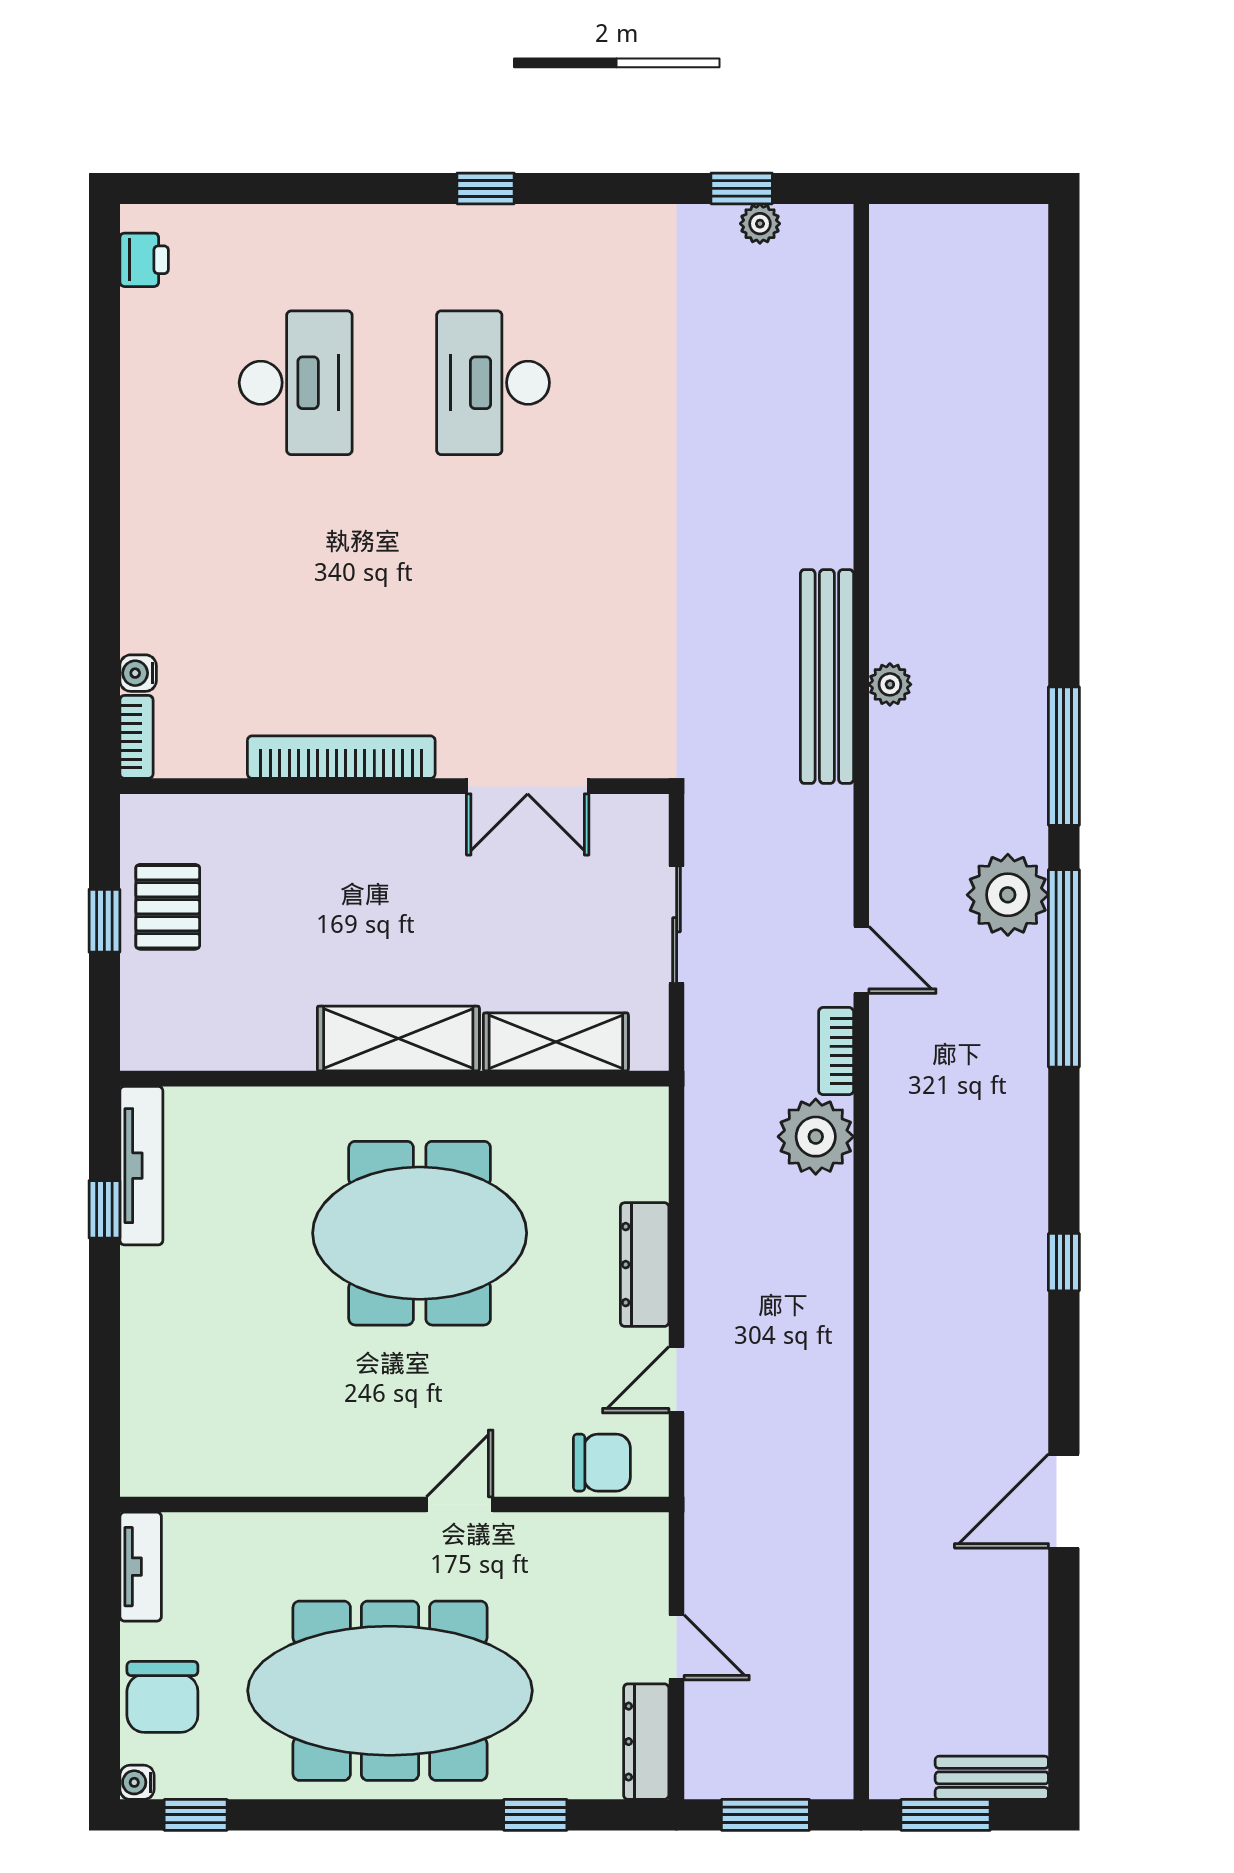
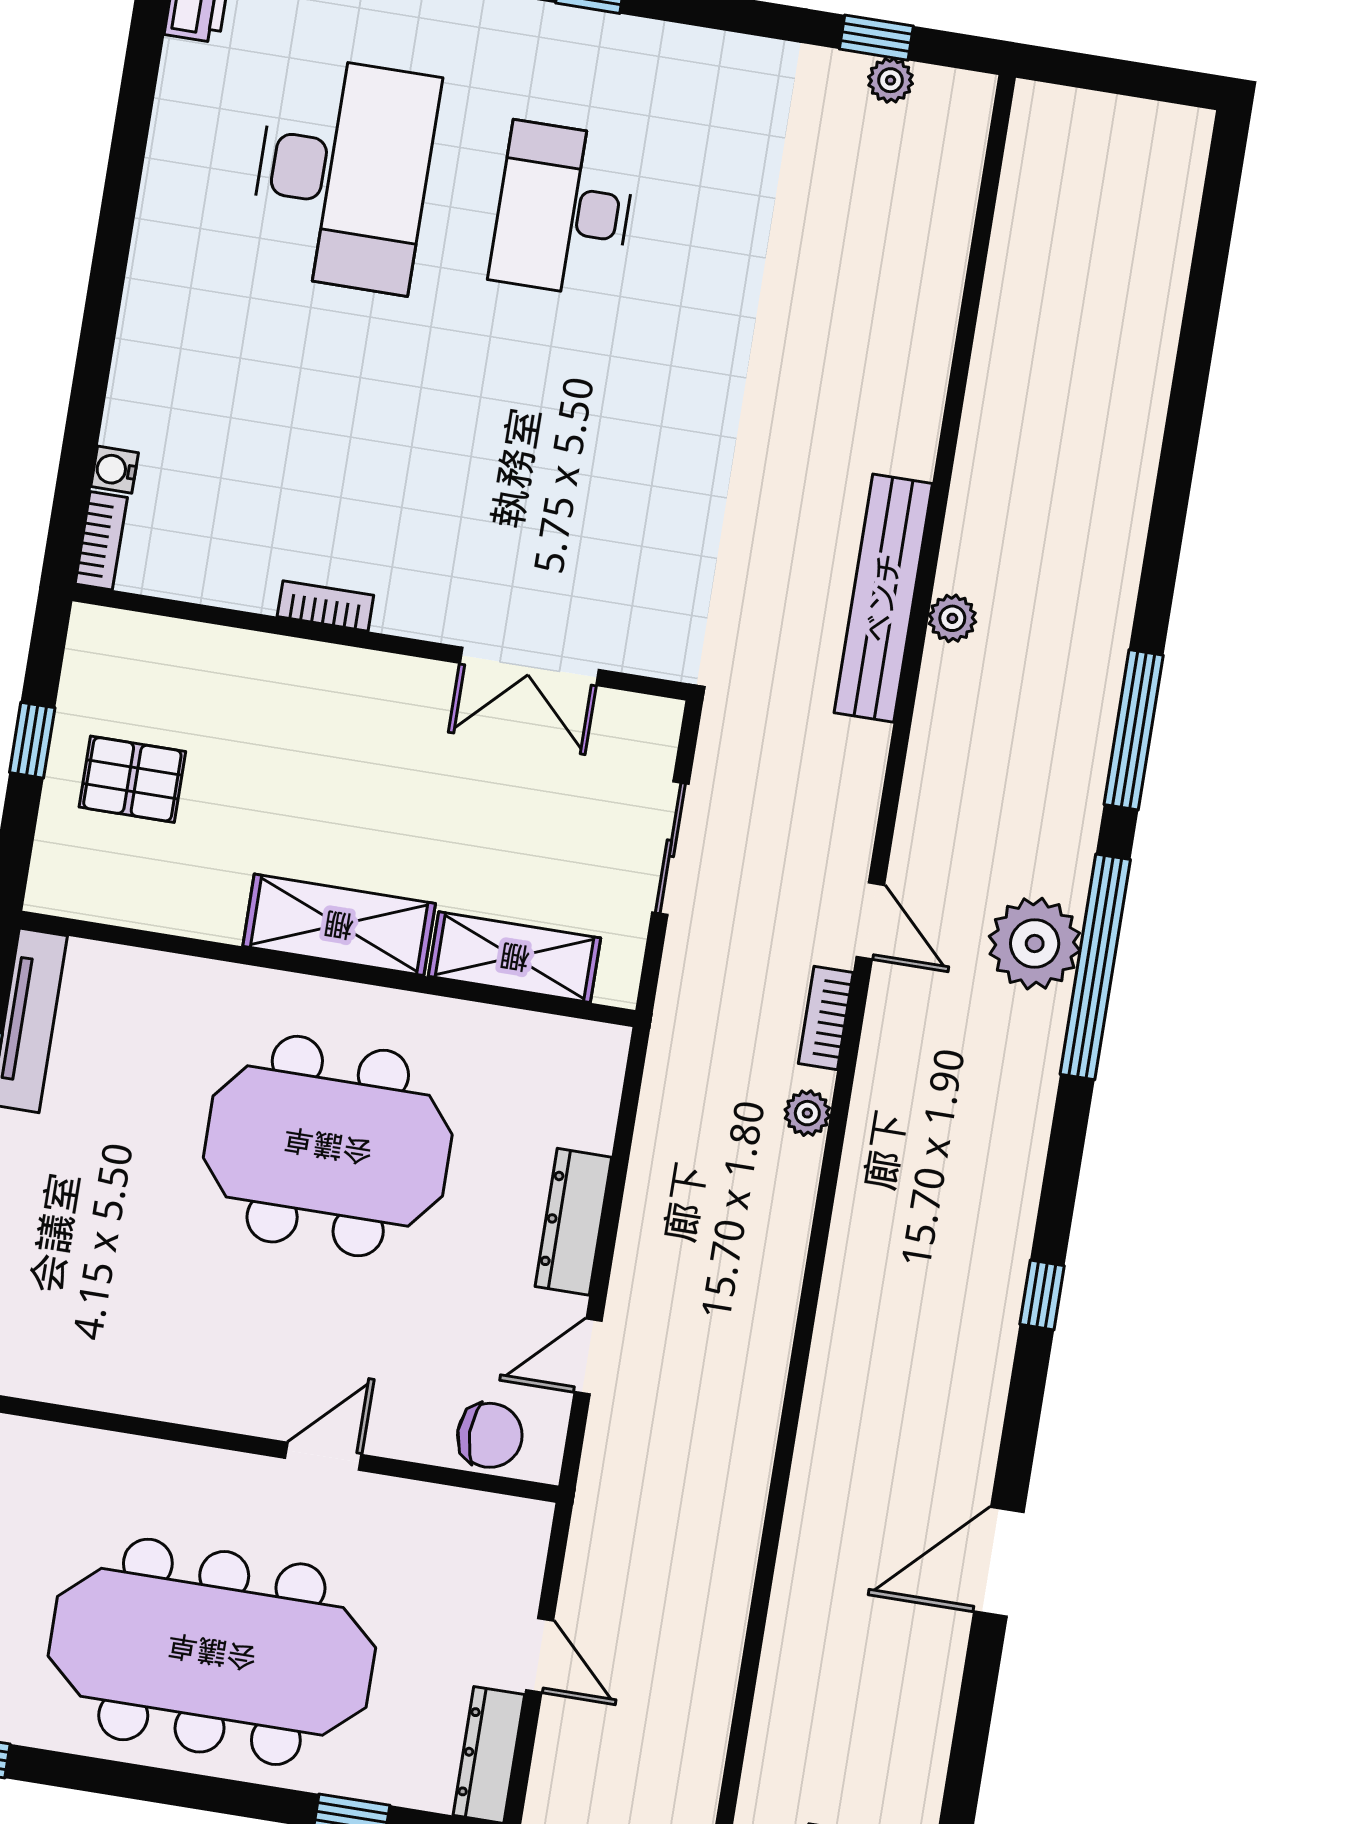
desk: (296, 383) -> (343, 174), width x1.36, depth x1.30
bookcase: (341, 757) -> (325, 606), width x0.43, depth x0.76
plant: (1008, 895) -> (1035, 944), moved
pallet: (168, 907) -> (132, 779), moved, turned 90
plant: (816, 1137) -> (807, 1113), width x0.53, depth x0.53

